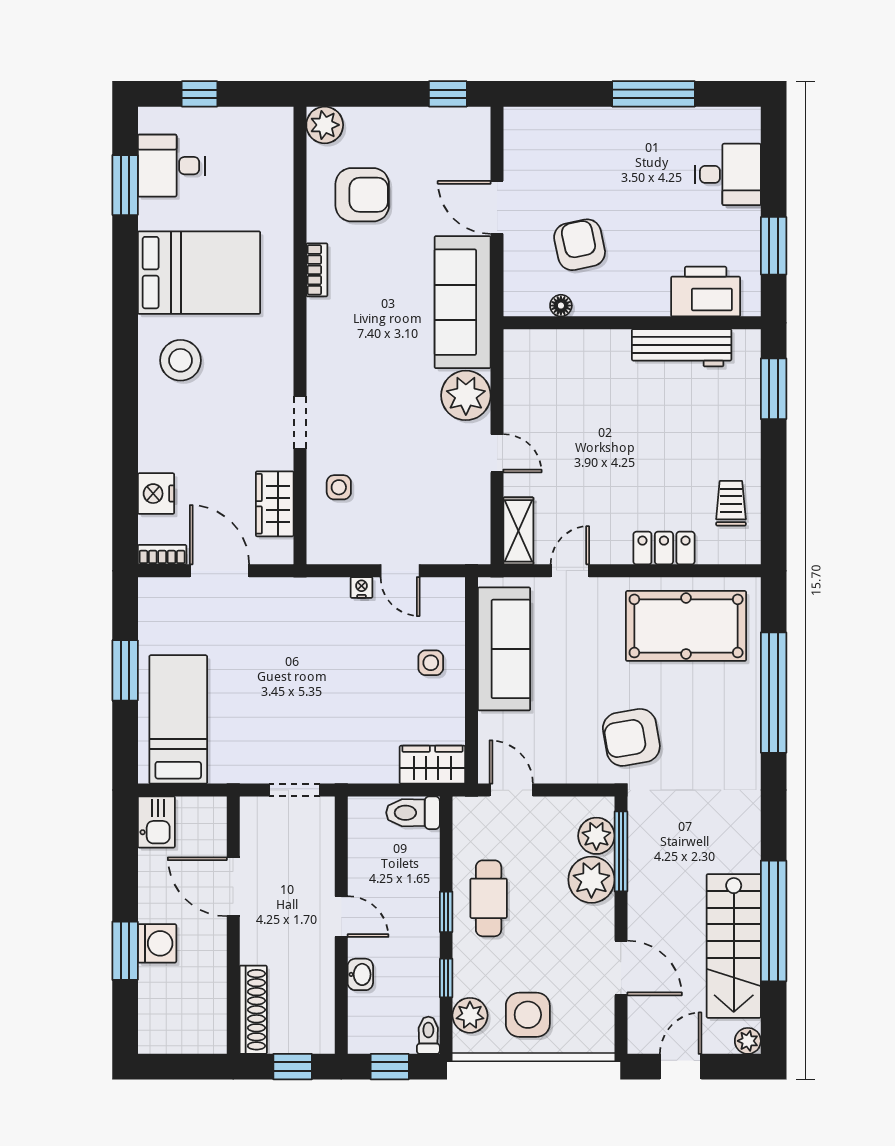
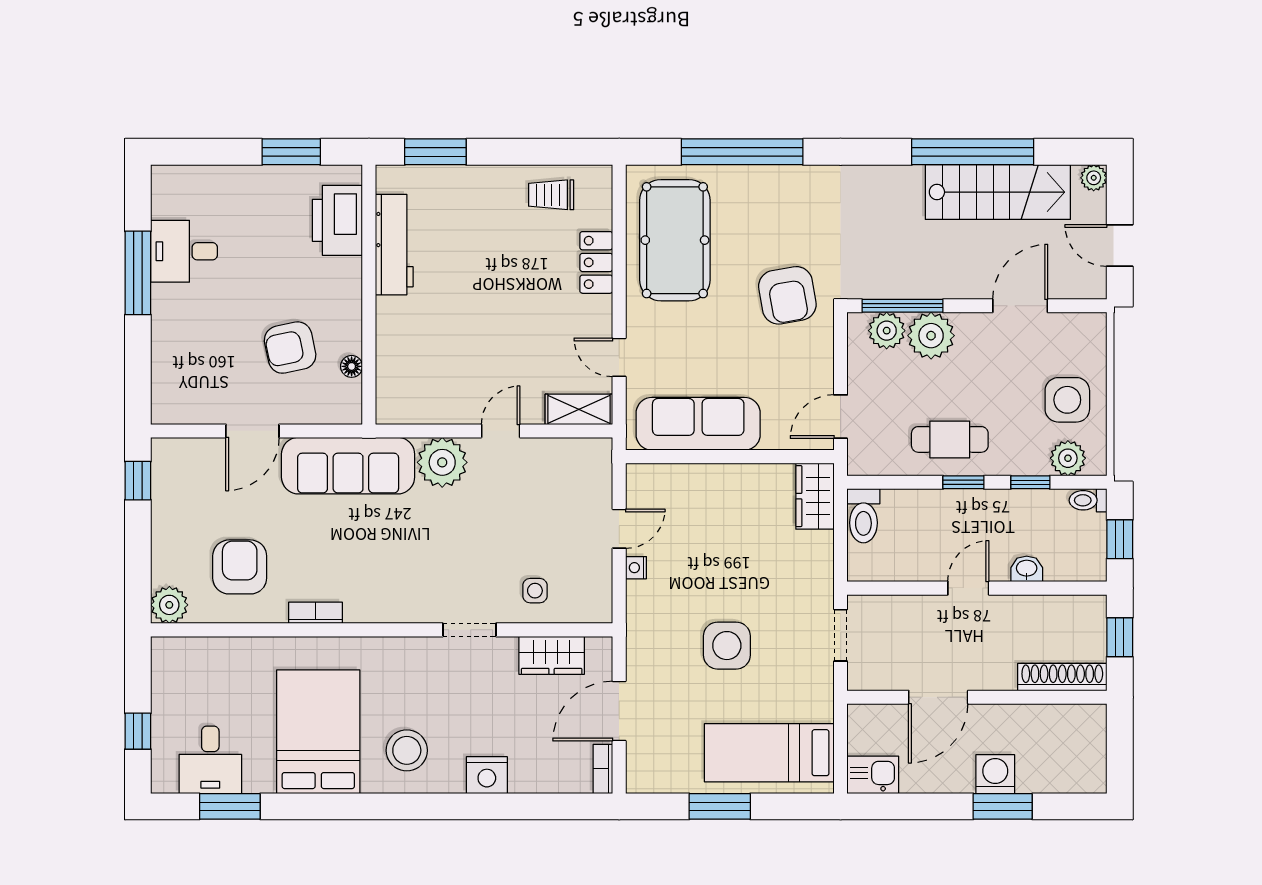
desk: (728, 174) -> (184, 251), moved, turned -90
nightstand: (156, 494) -> (487, 775), moved
side table: (431, 663) -> (727, 646), moved, width x1.87, depth x1.87

